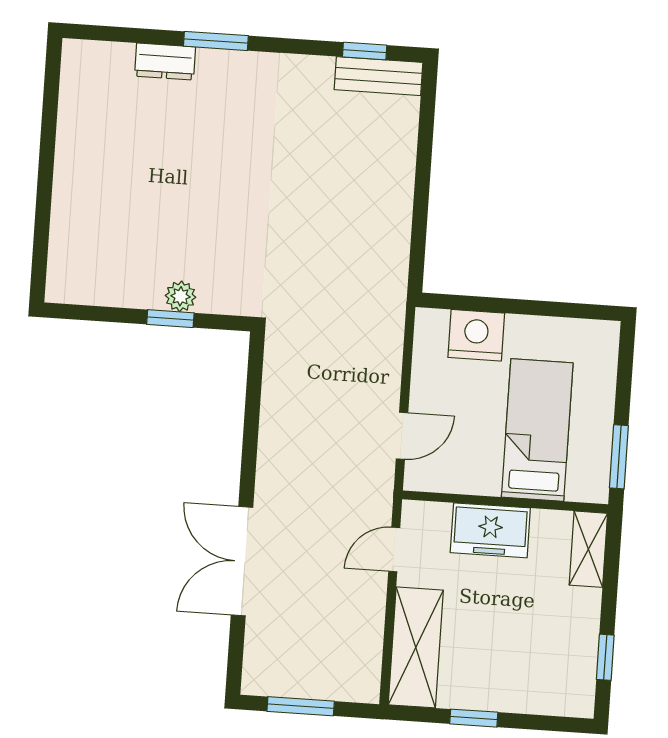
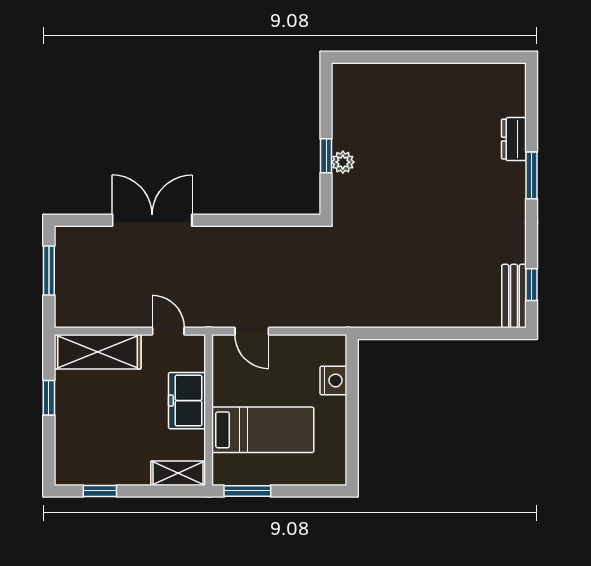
nightstand: (476, 335) -> (333, 380), width x0.74, depth x0.75

